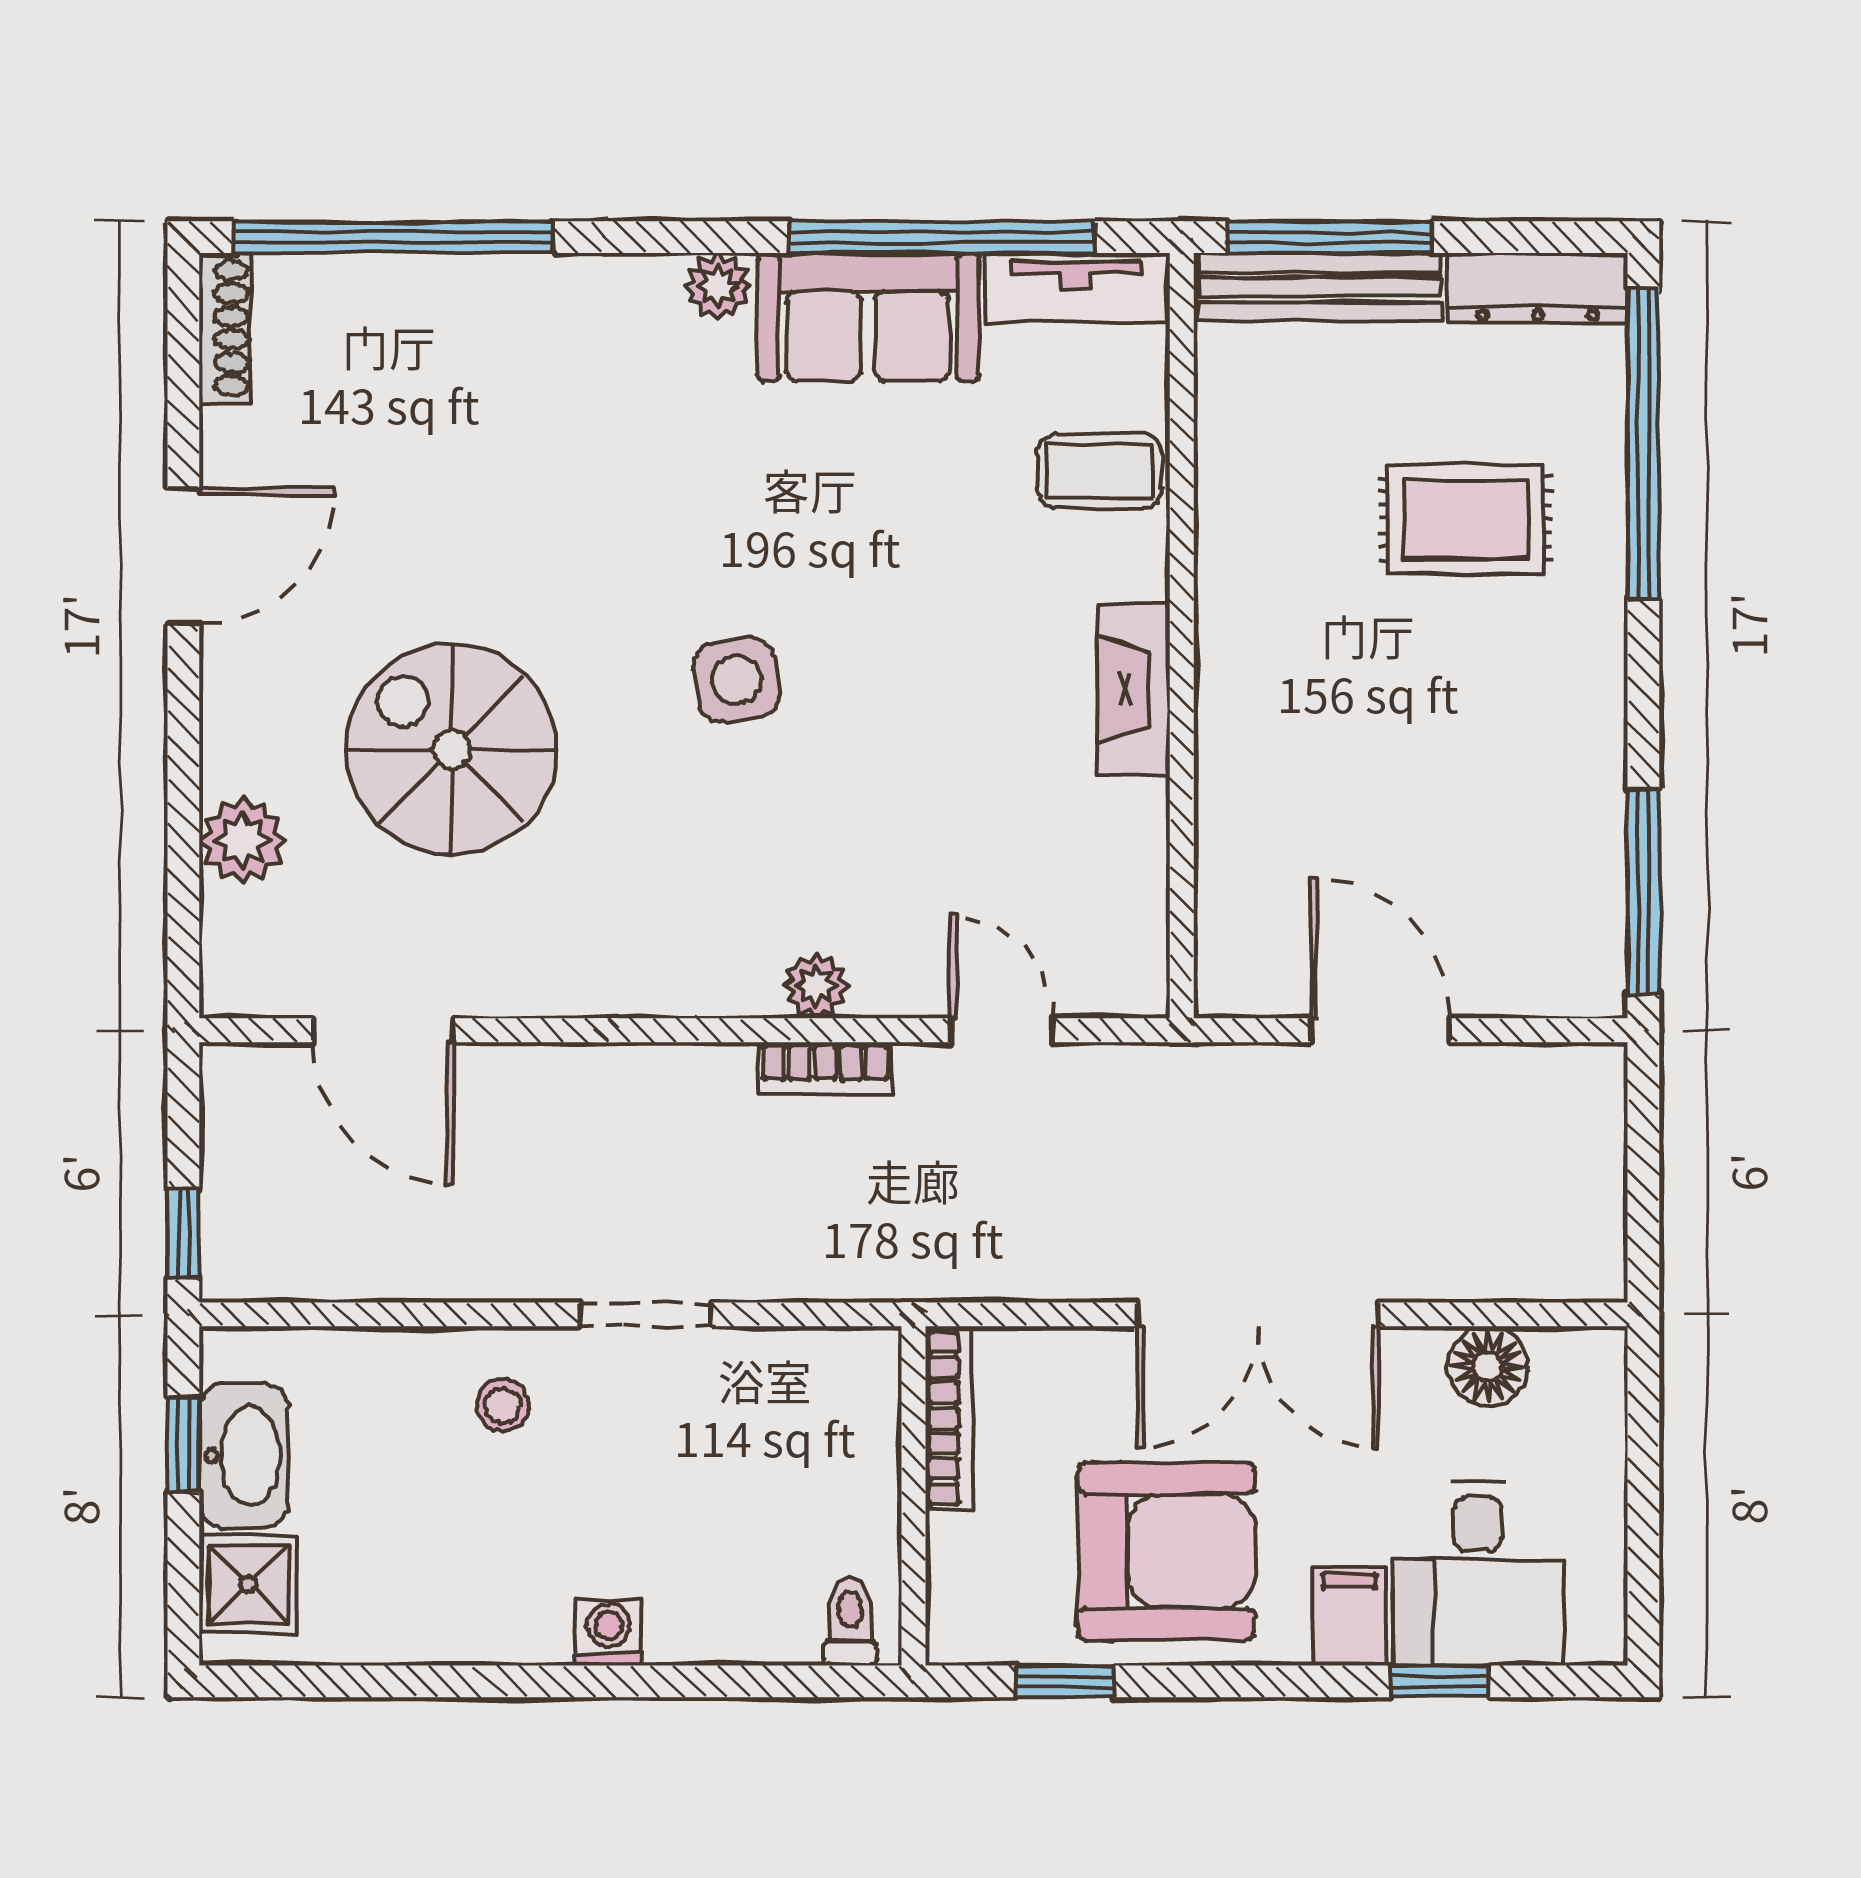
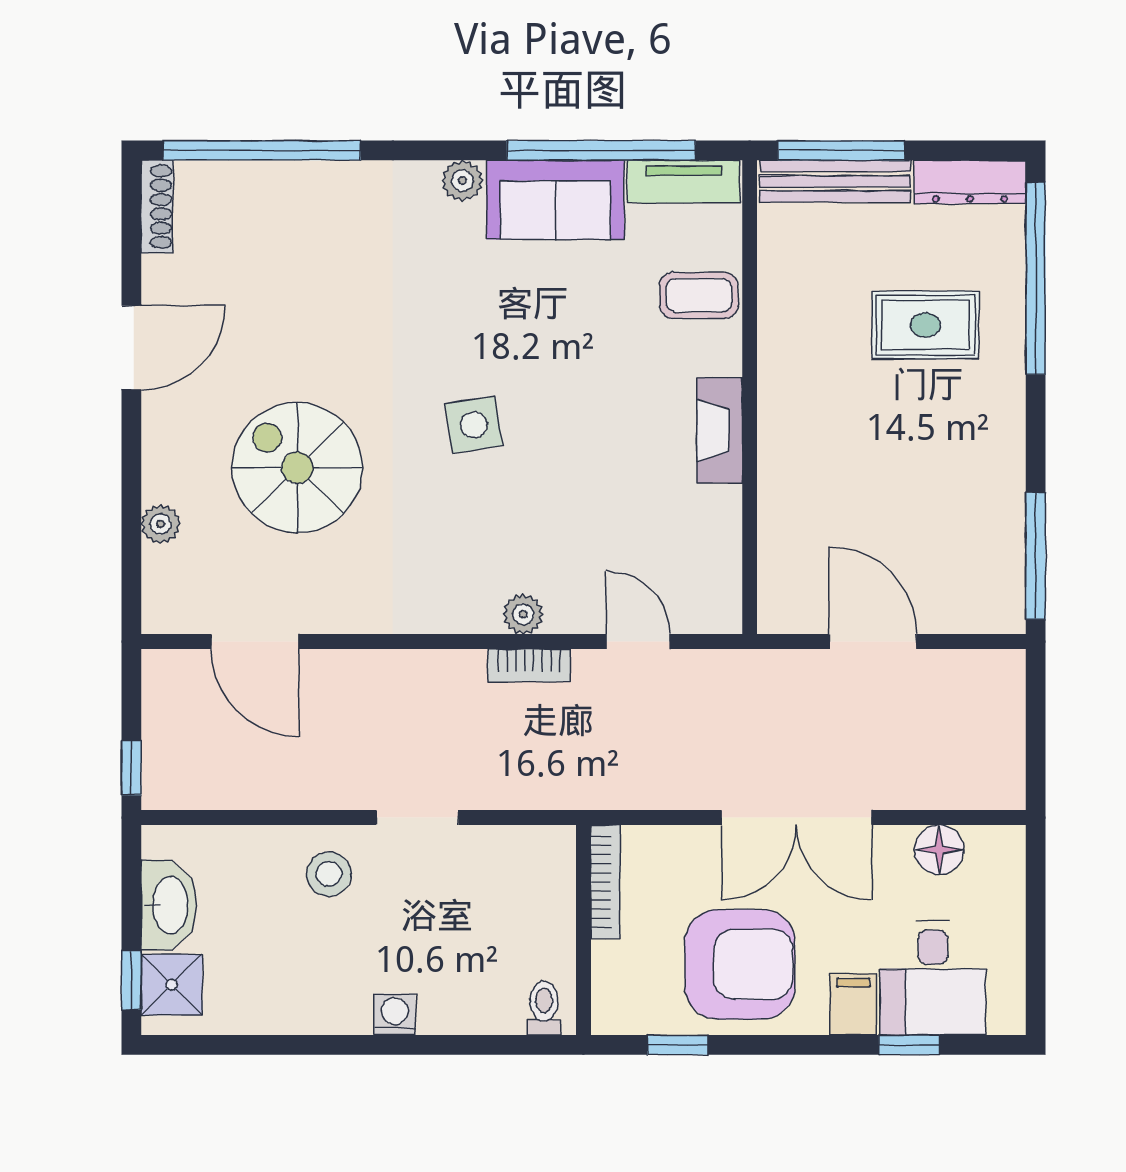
plant: (243, 840) -> (161, 524), width x0.73, depth x0.73
stool: (503, 1405) -> (329, 874), width x1.37, depth x1.37
window: (183, 1444) -> (131, 980), moved

